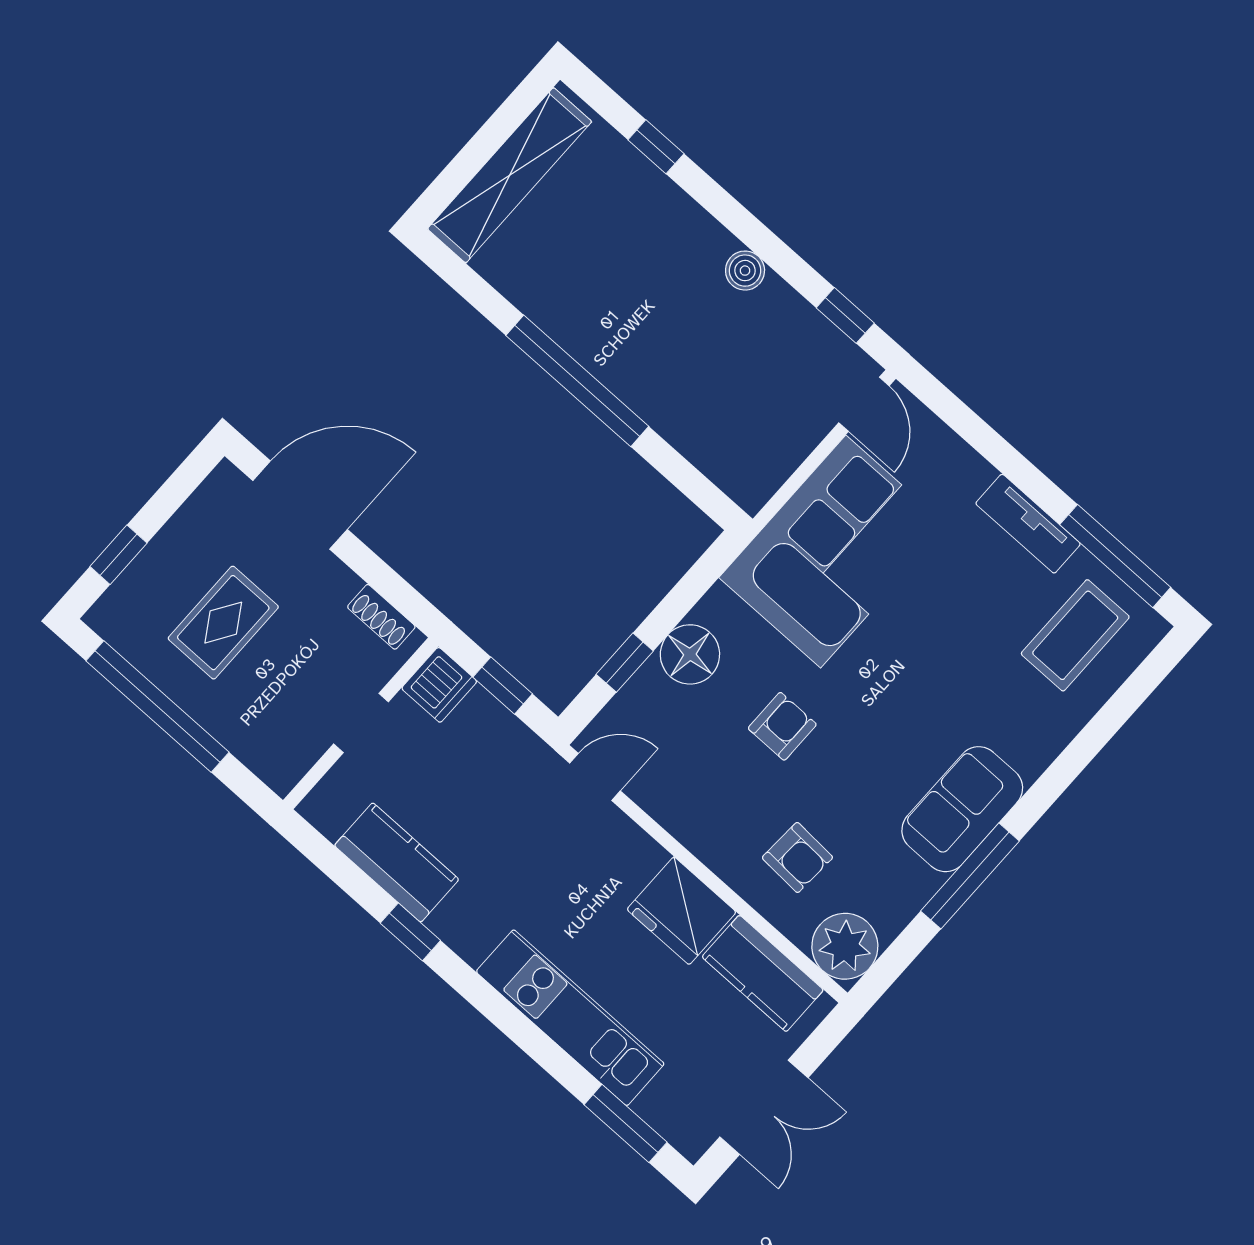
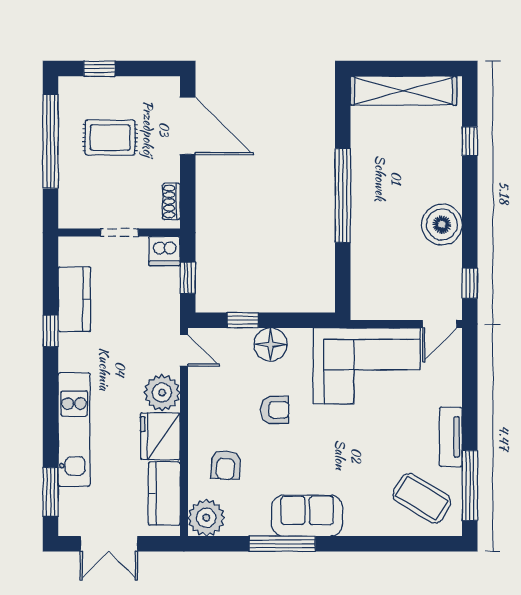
boiler: (745, 271) -> (442, 225), width x1.86, depth x1.86
coffee table: (1075, 635) -> (422, 498), turned 31
plant: (625, 856) -> (162, 393), added

